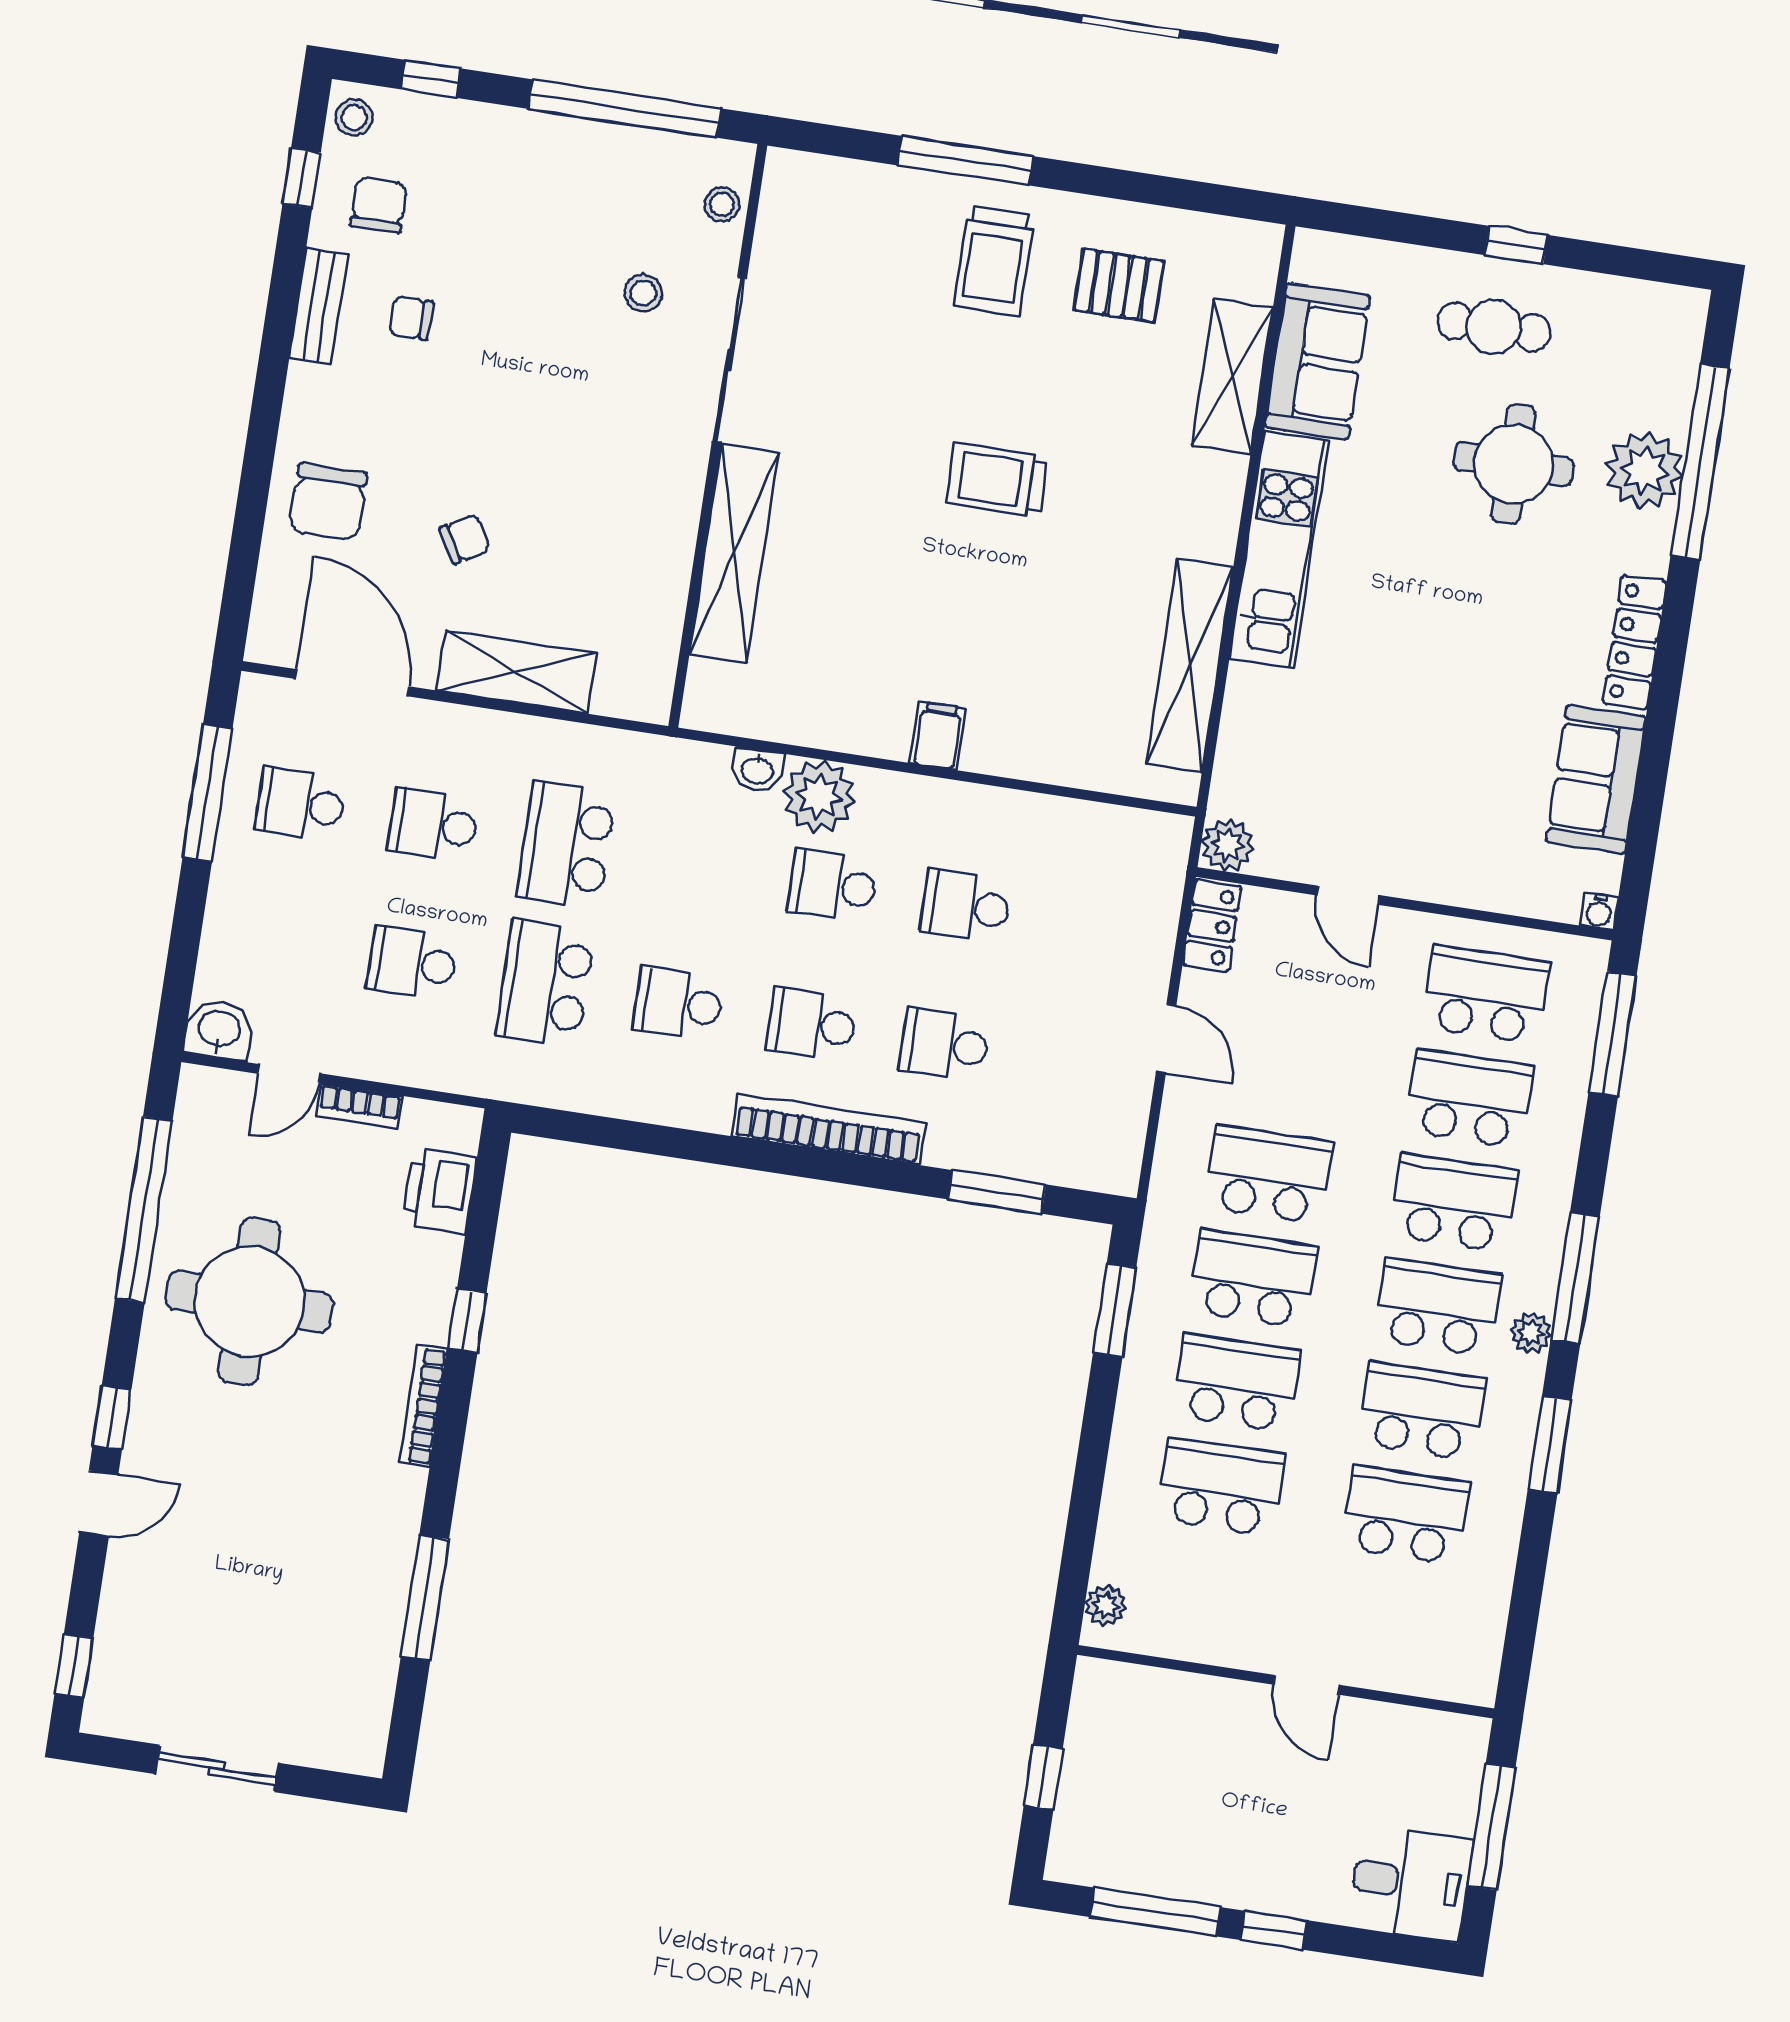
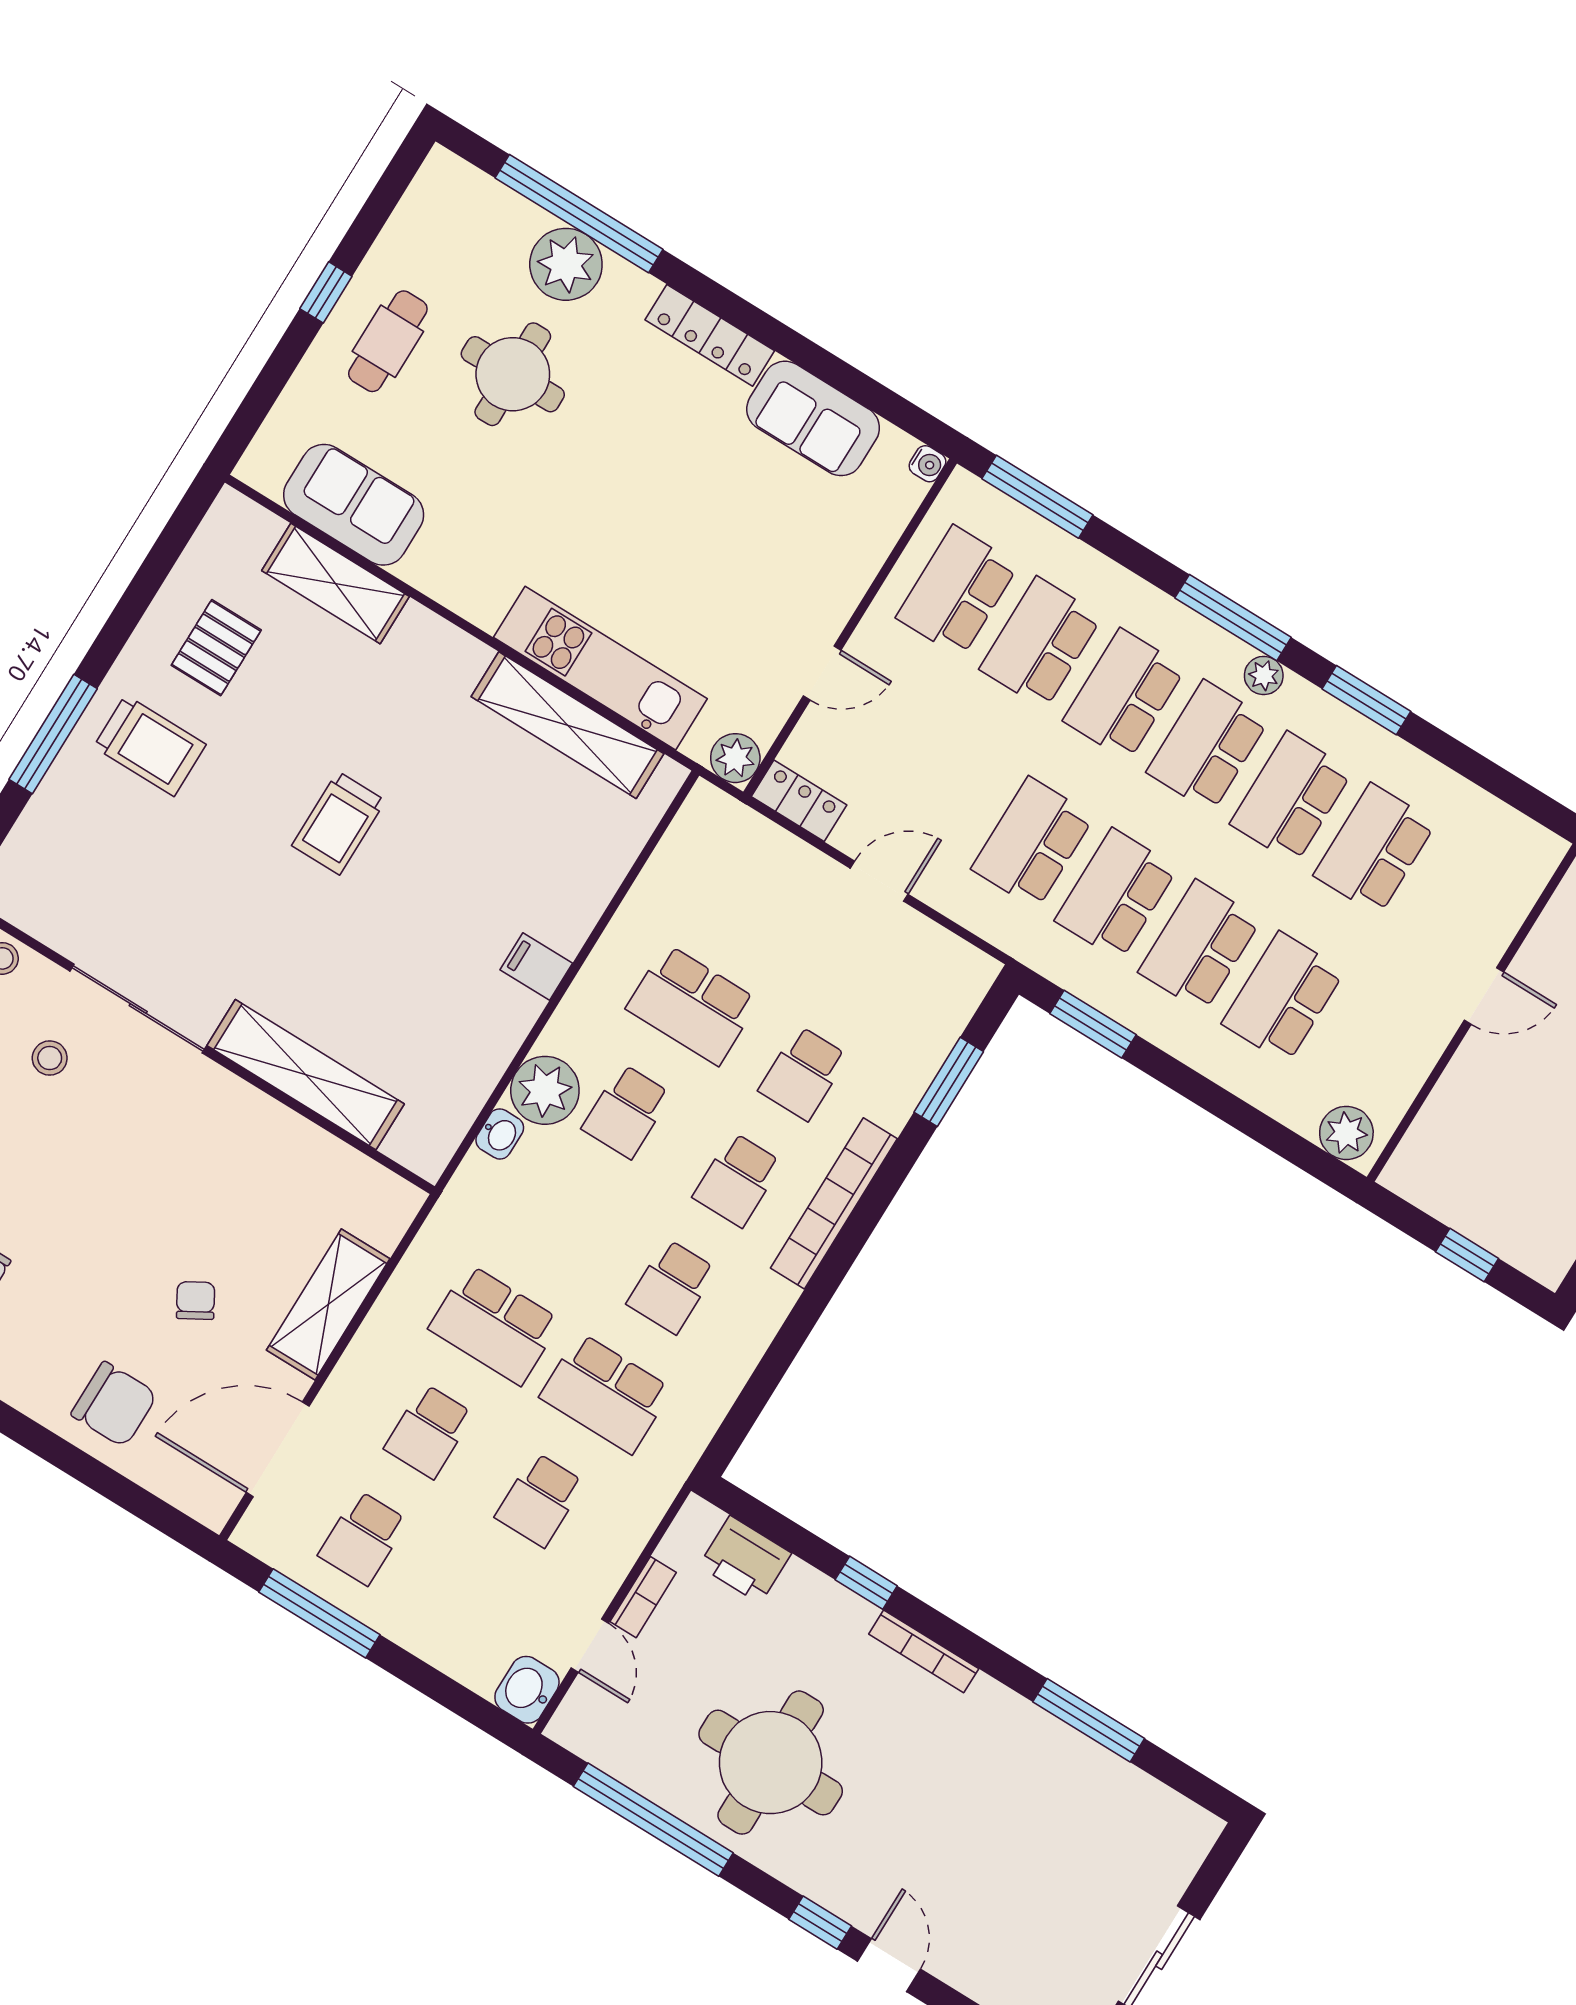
kitchen unit: (1279, 550) -> (600, 668), moved
school desk: (966, 906) -> (692, 1005), width x1.85
plant: (1106, 1605) -> (1346, 1133), width x1.38, depth x1.38

